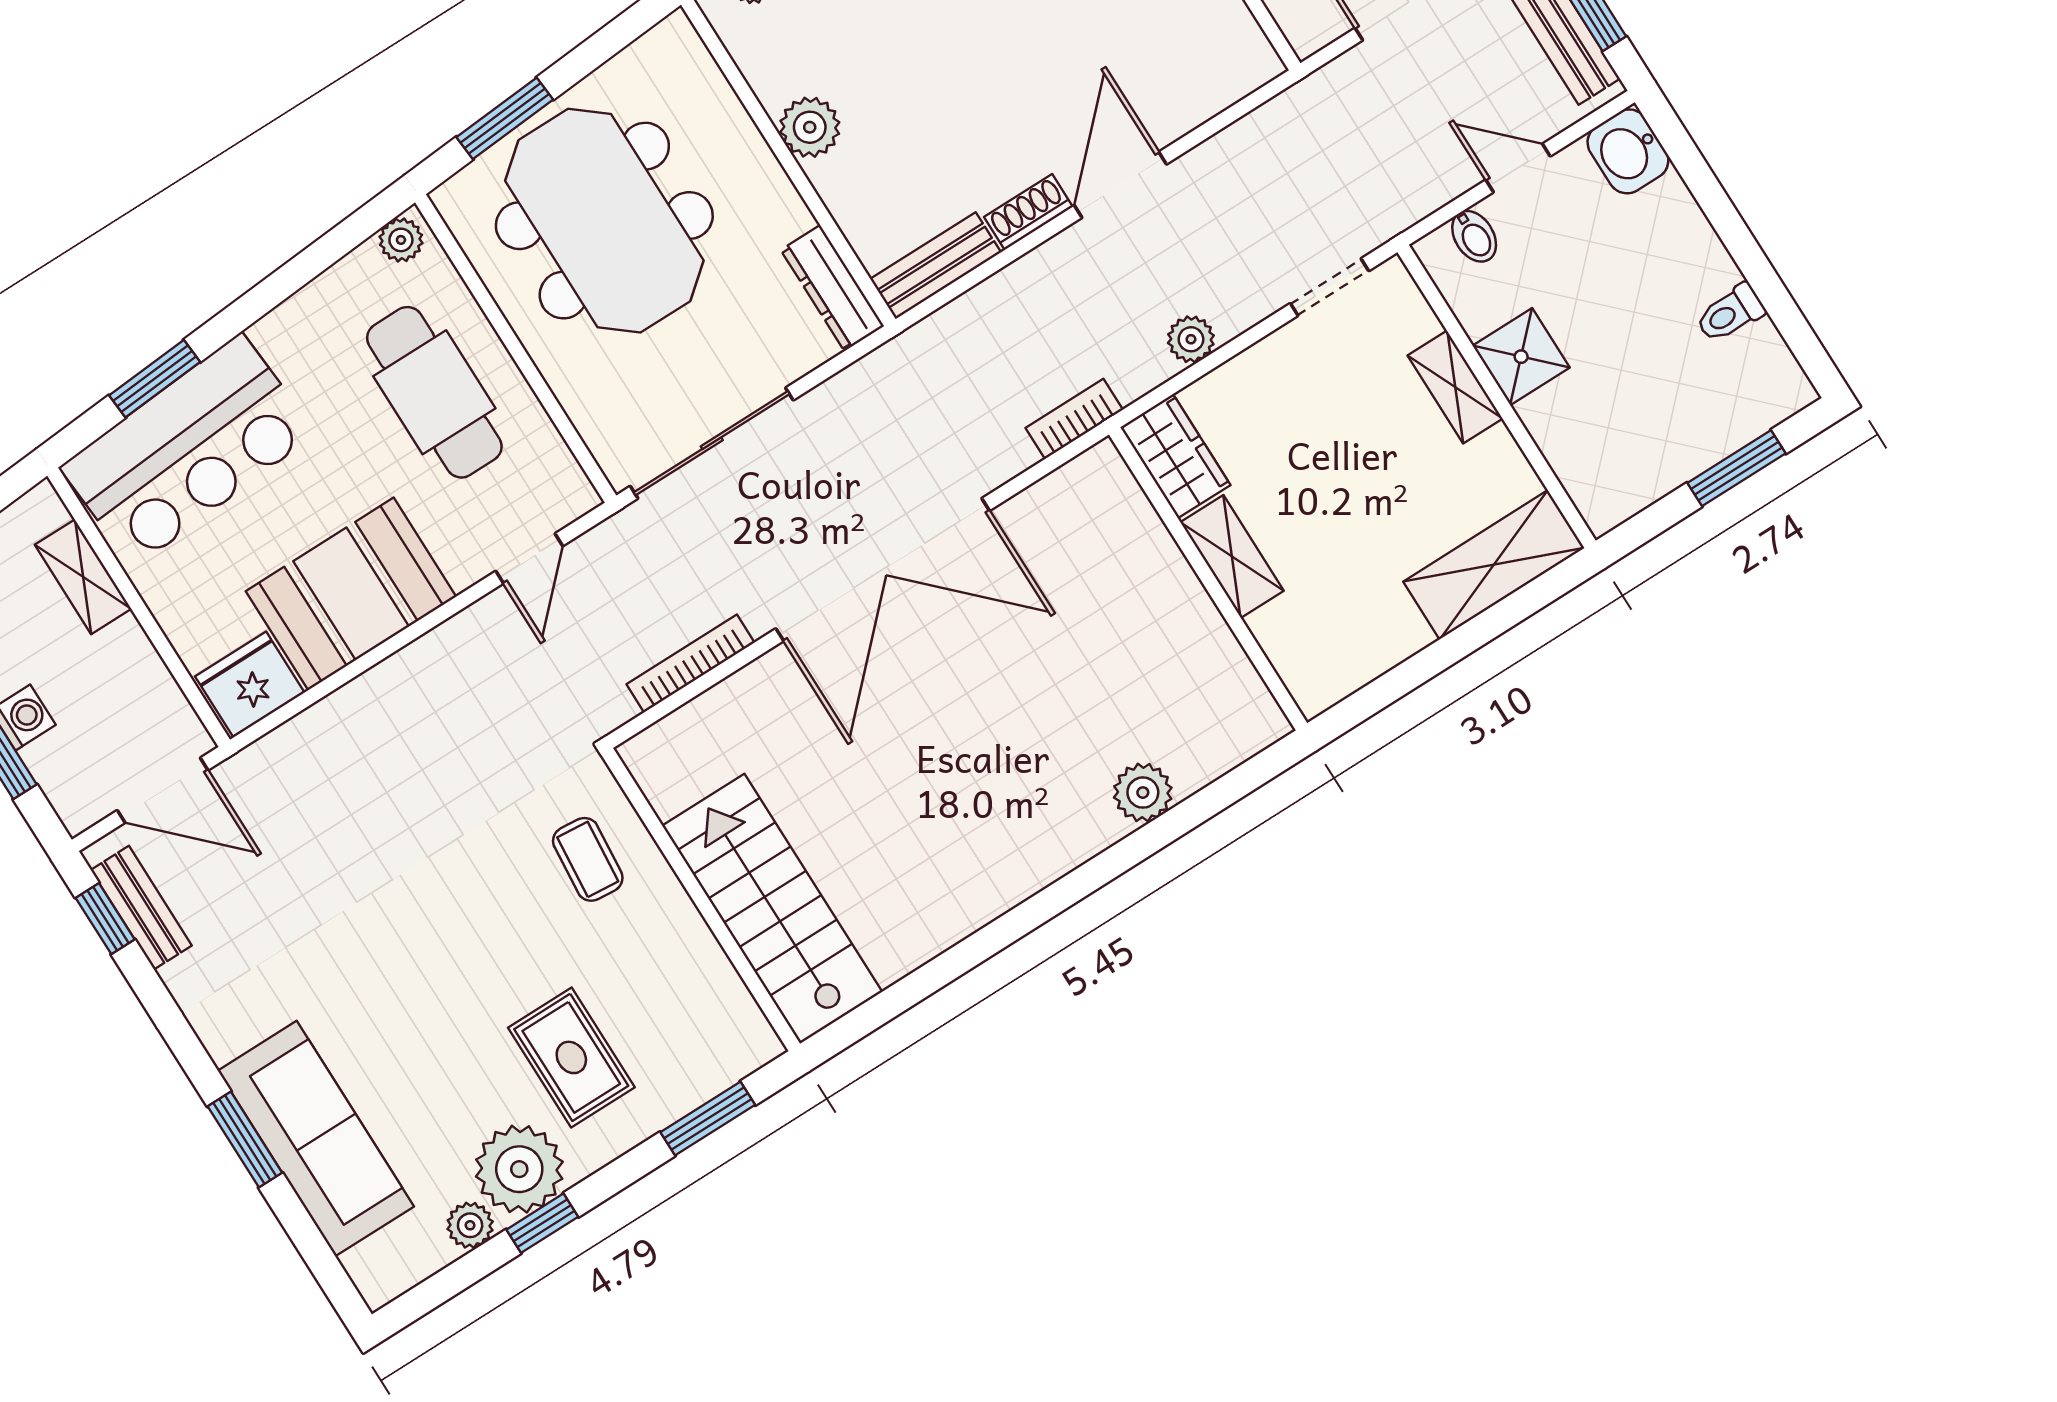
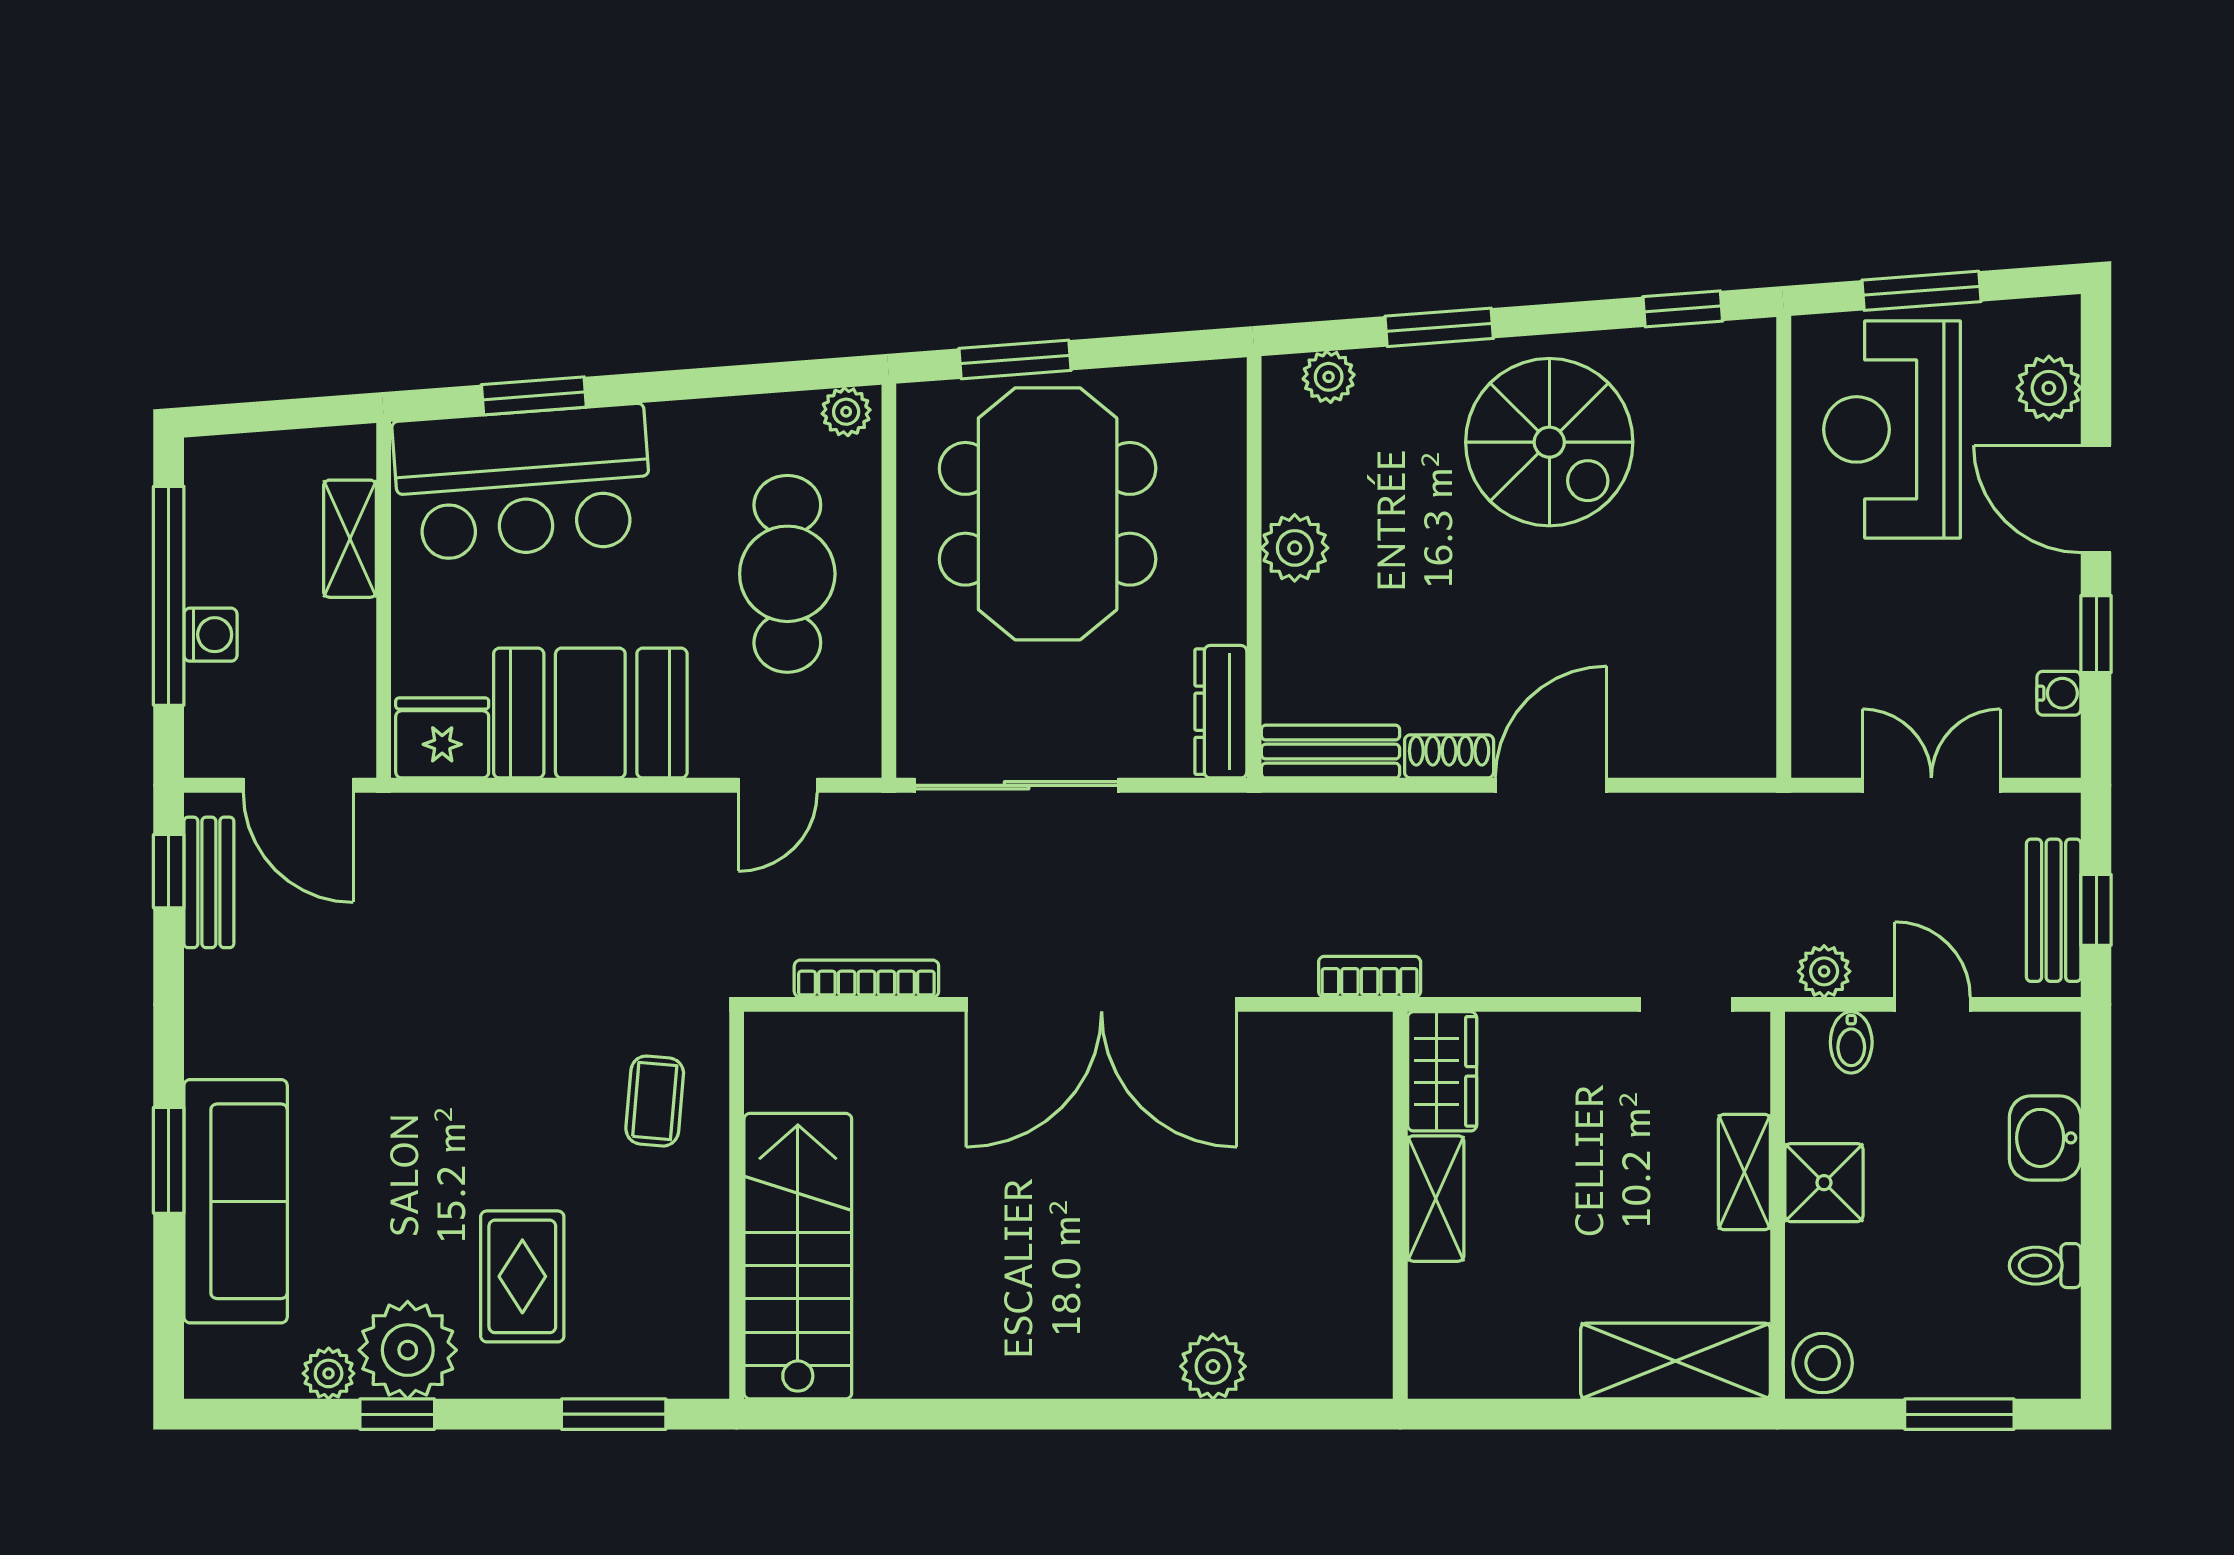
washbasin: (1628, 151) -> (2045, 1138), moved
plant: (1191, 339) -> (1824, 971), moved
stool: (1607, 495) -> (1823, 1363), added

